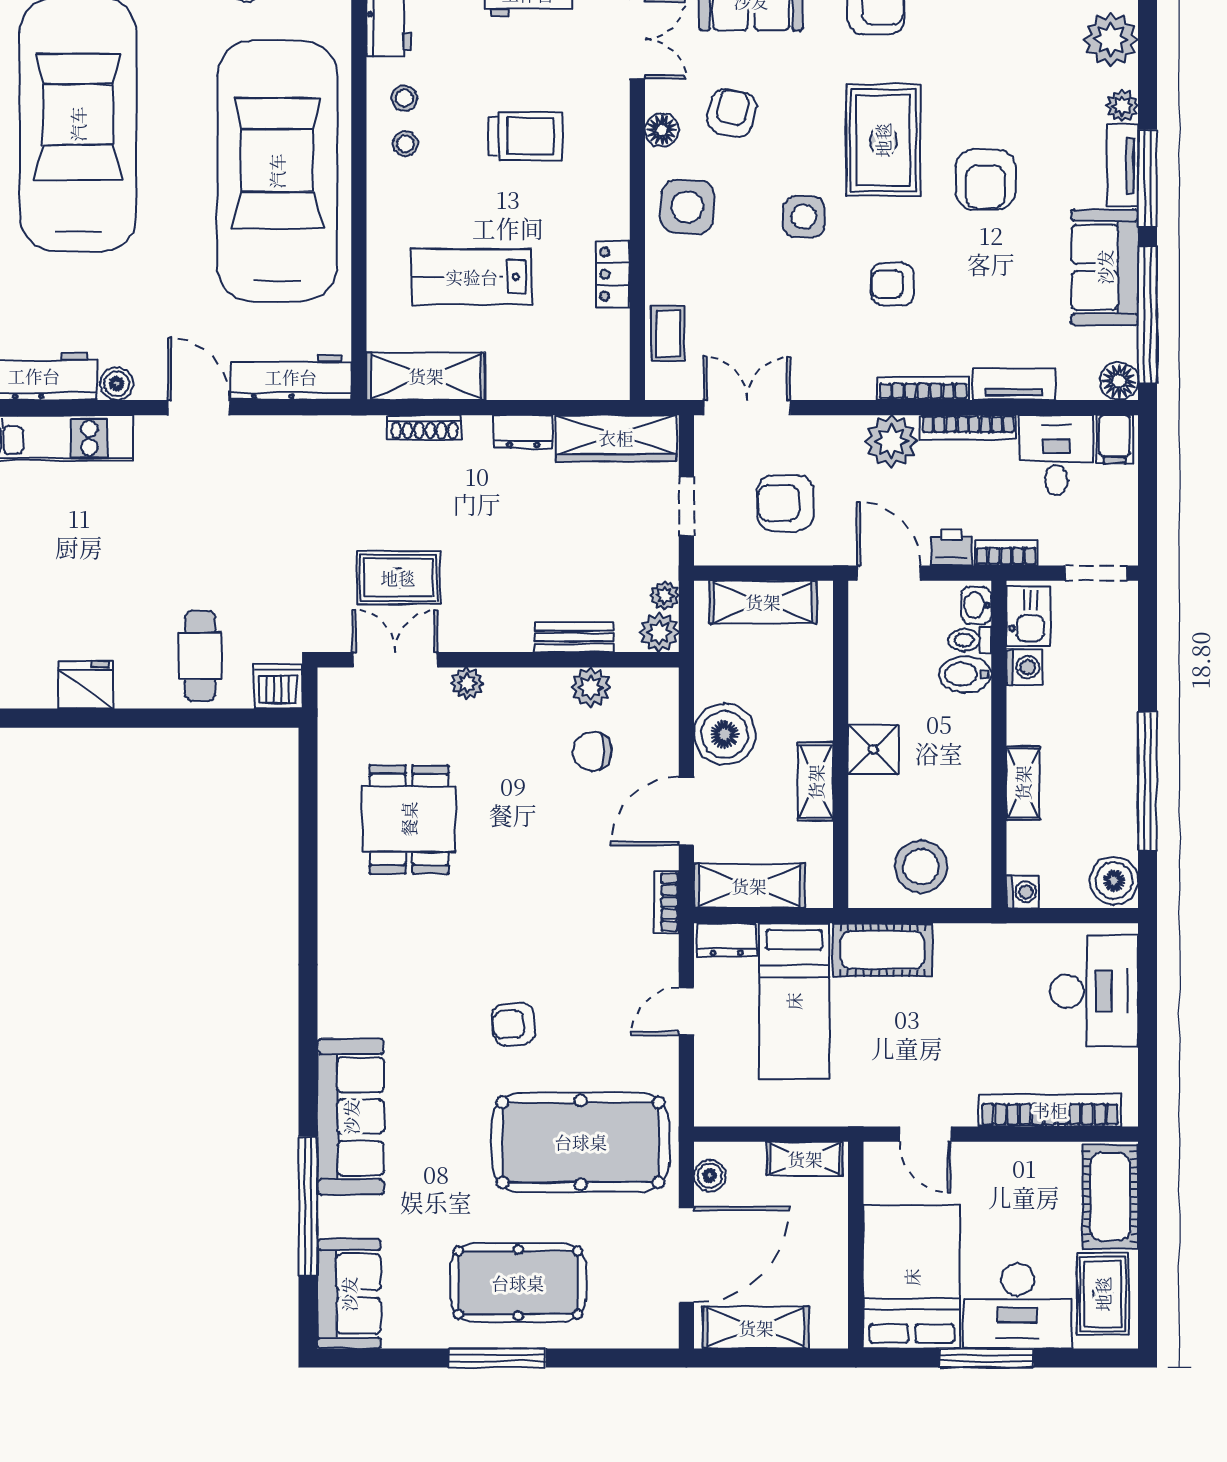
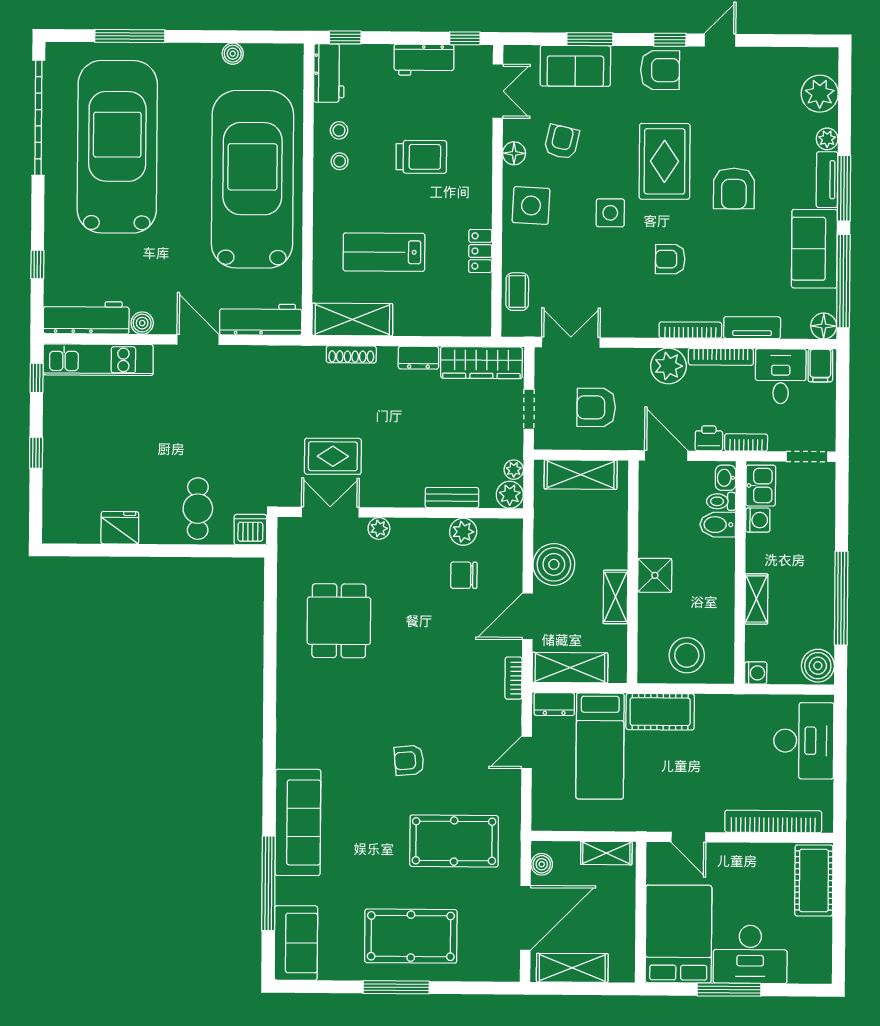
pool table: (581, 1142) -> (454, 841), width x0.73, depth x0.76
rug: (1103, 1294) -> (808, 946), removed

